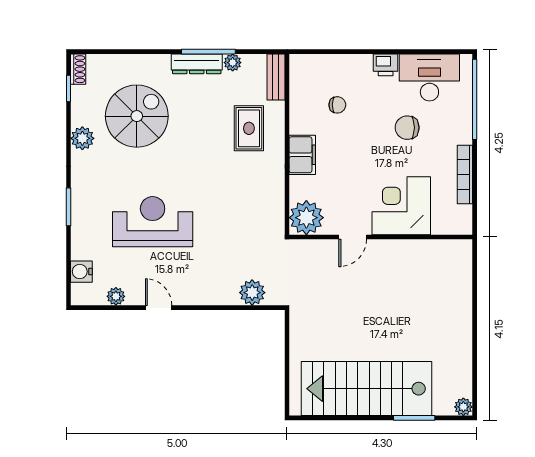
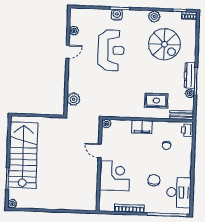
printer: (386, 65) -> (187, 130), moved
plant: (306, 218) -> (106, 124), width x0.53, depth x0.53
water cooler: (81, 272) -> (117, 15), moved

